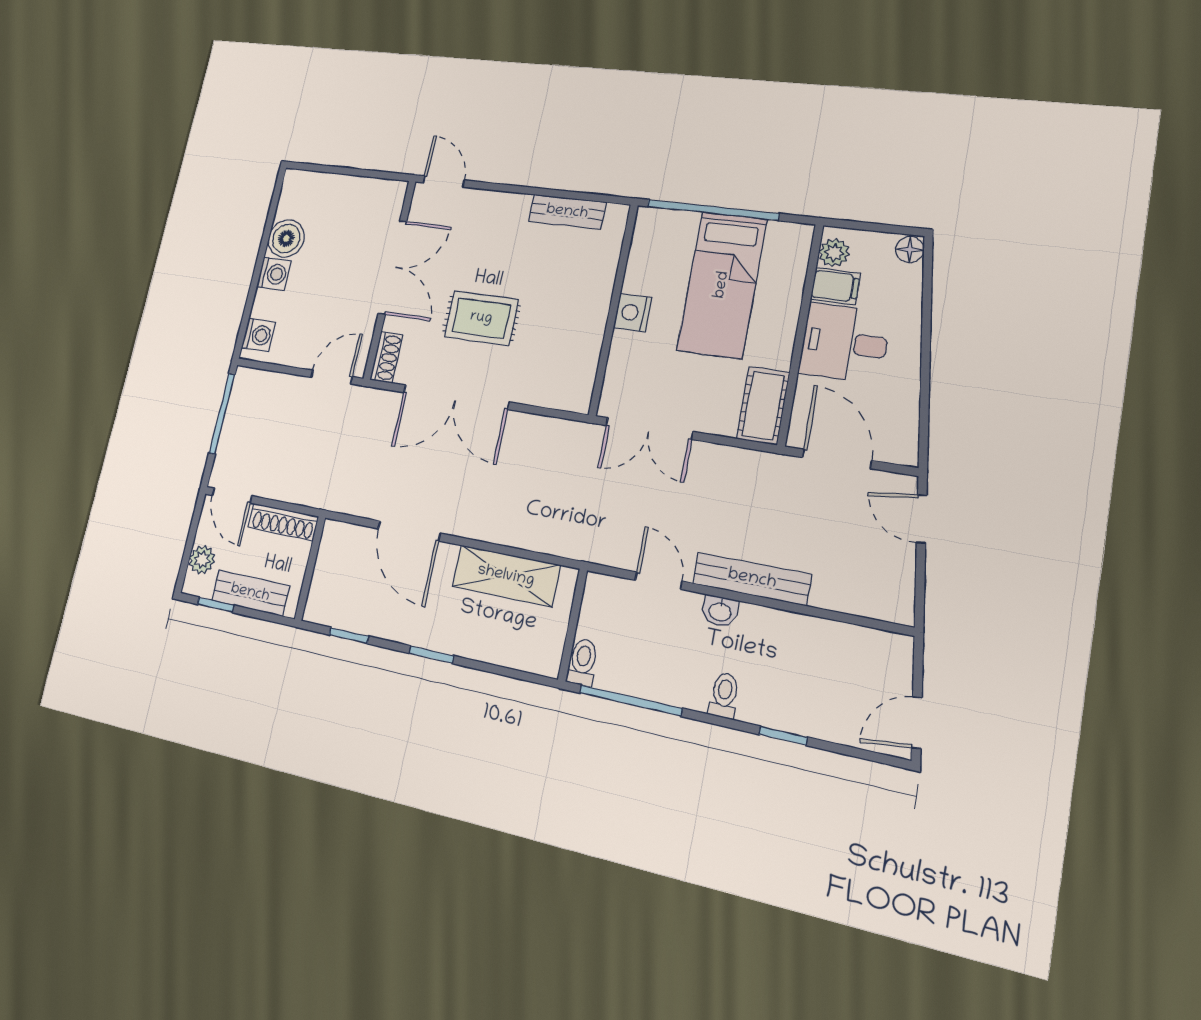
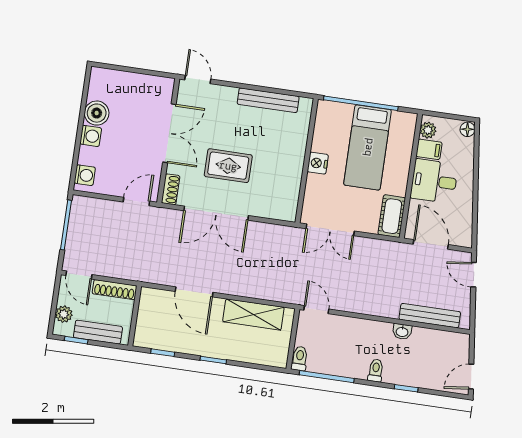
bench: (567, 212) -> (268, 100), width x1.36
bench: (752, 579) -> (430, 316), moved
door: (659, 581) -> (316, 310), moved
washbasin: (720, 611) -> (402, 332), moved

